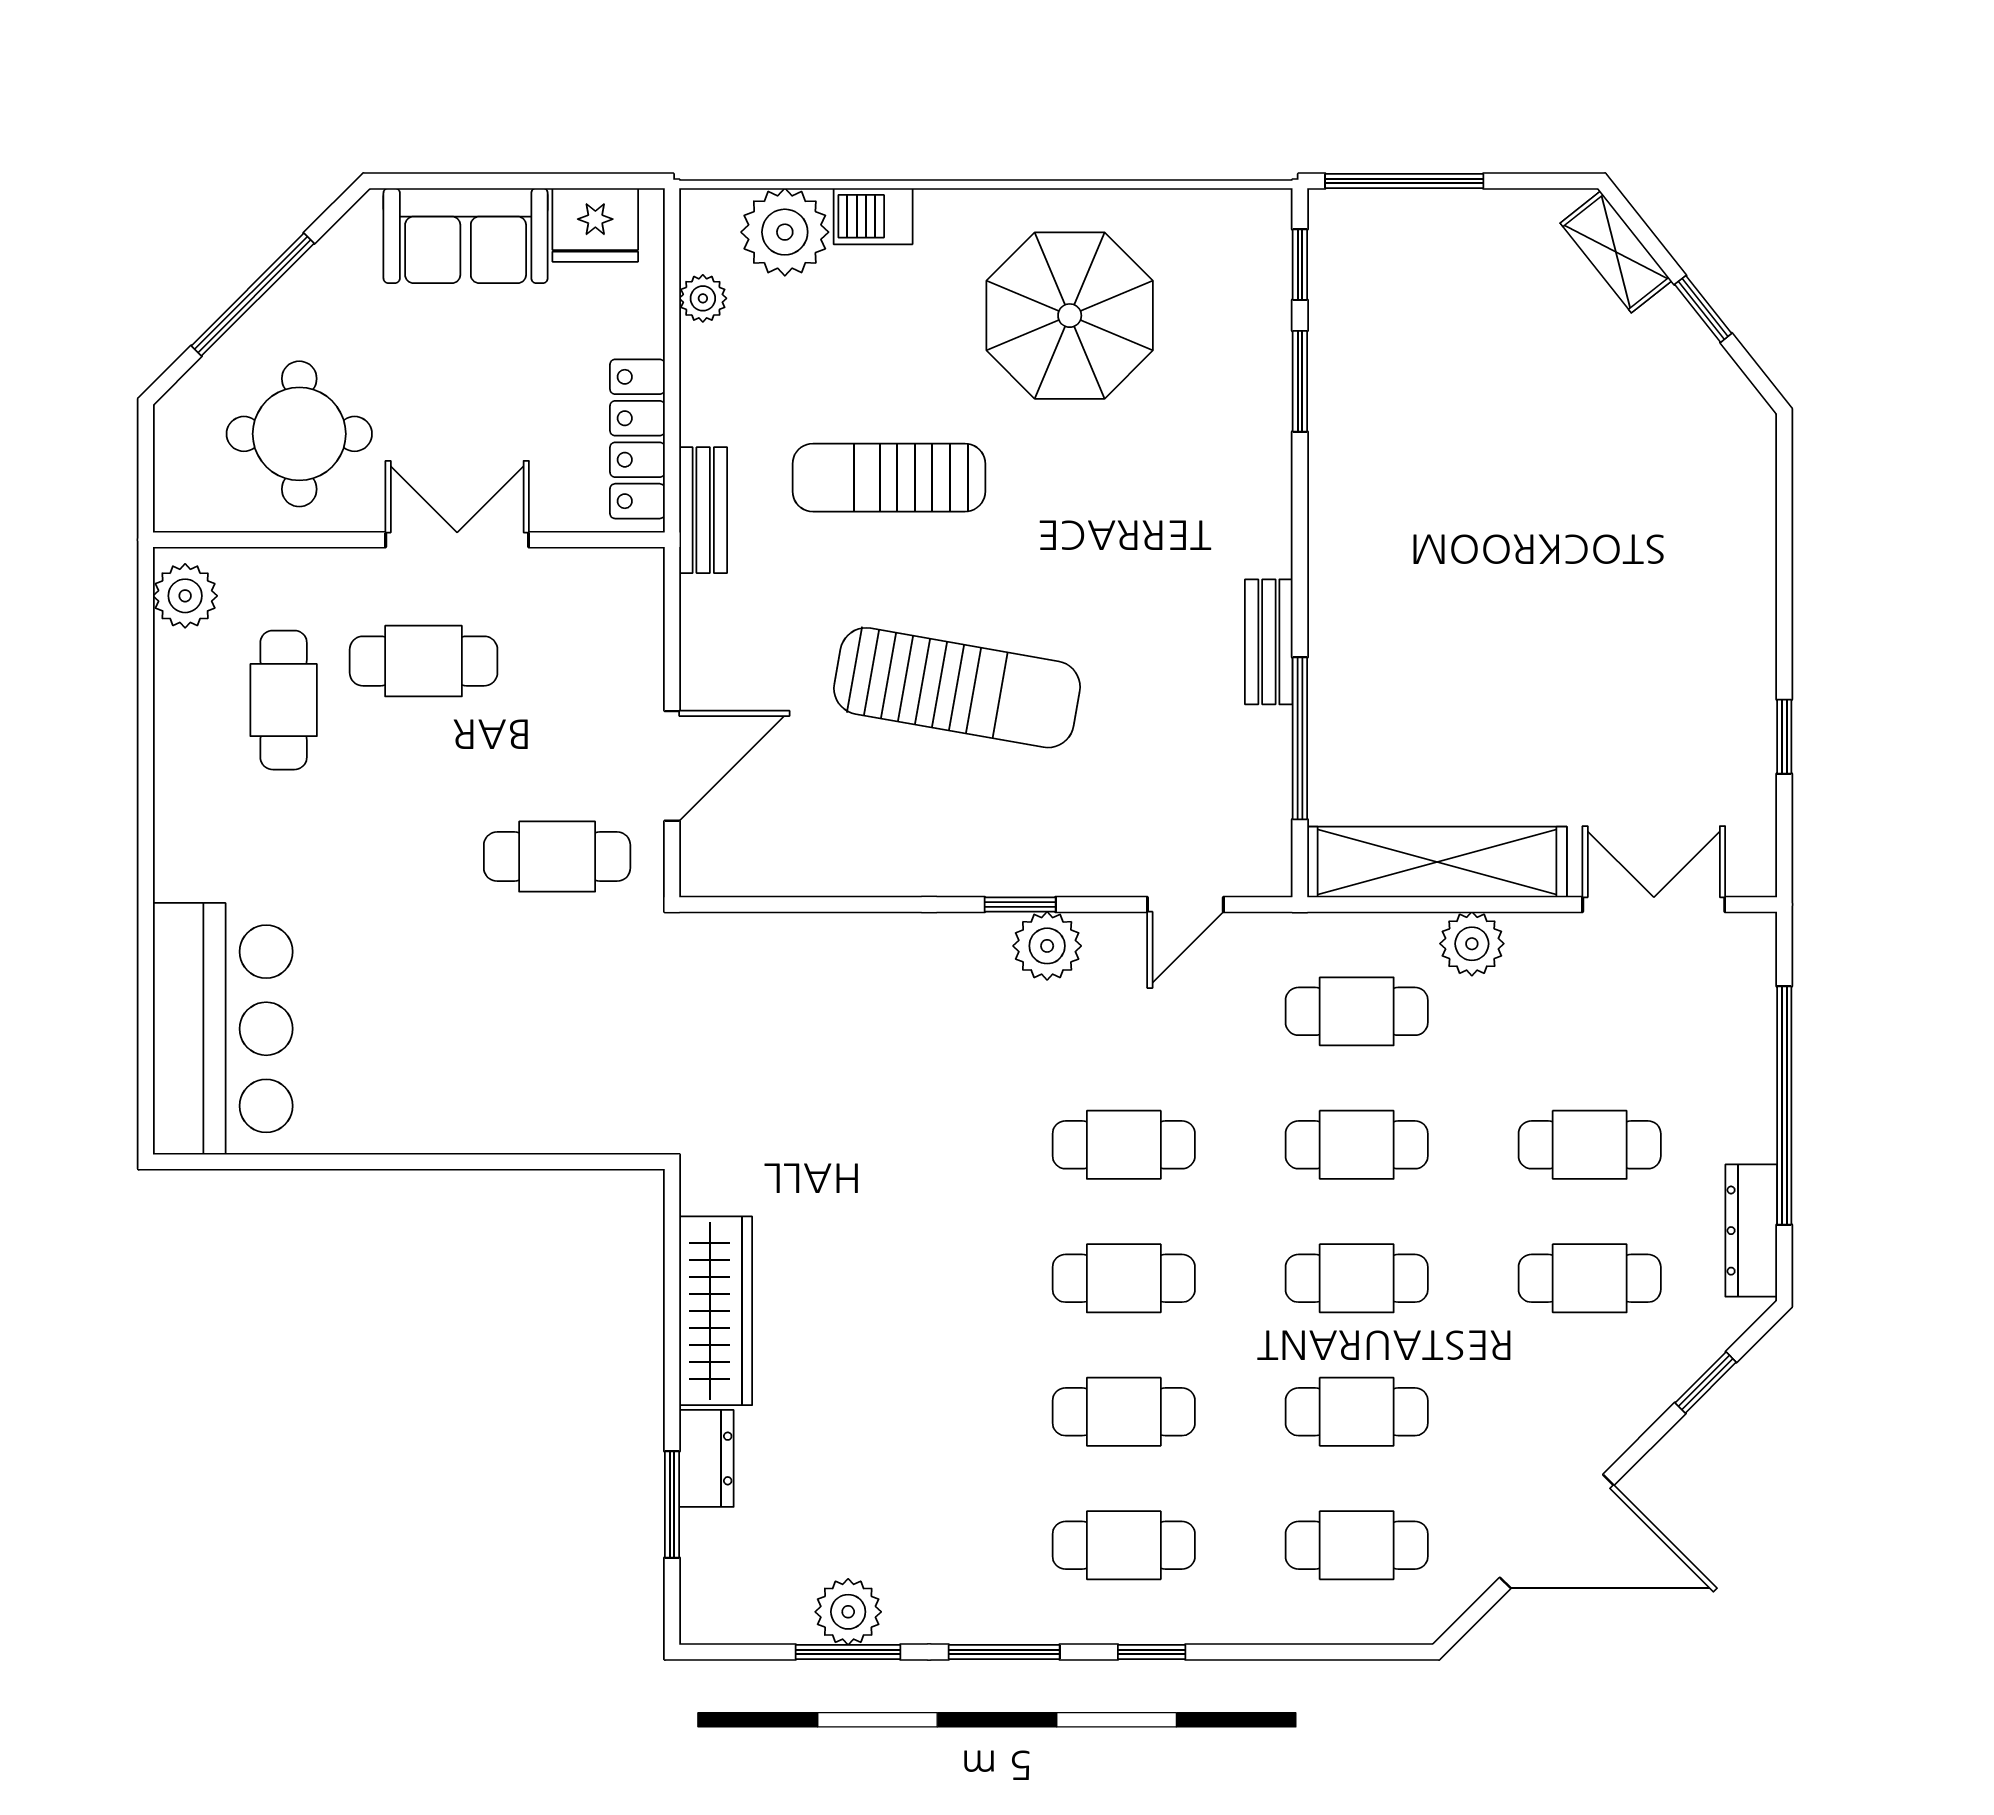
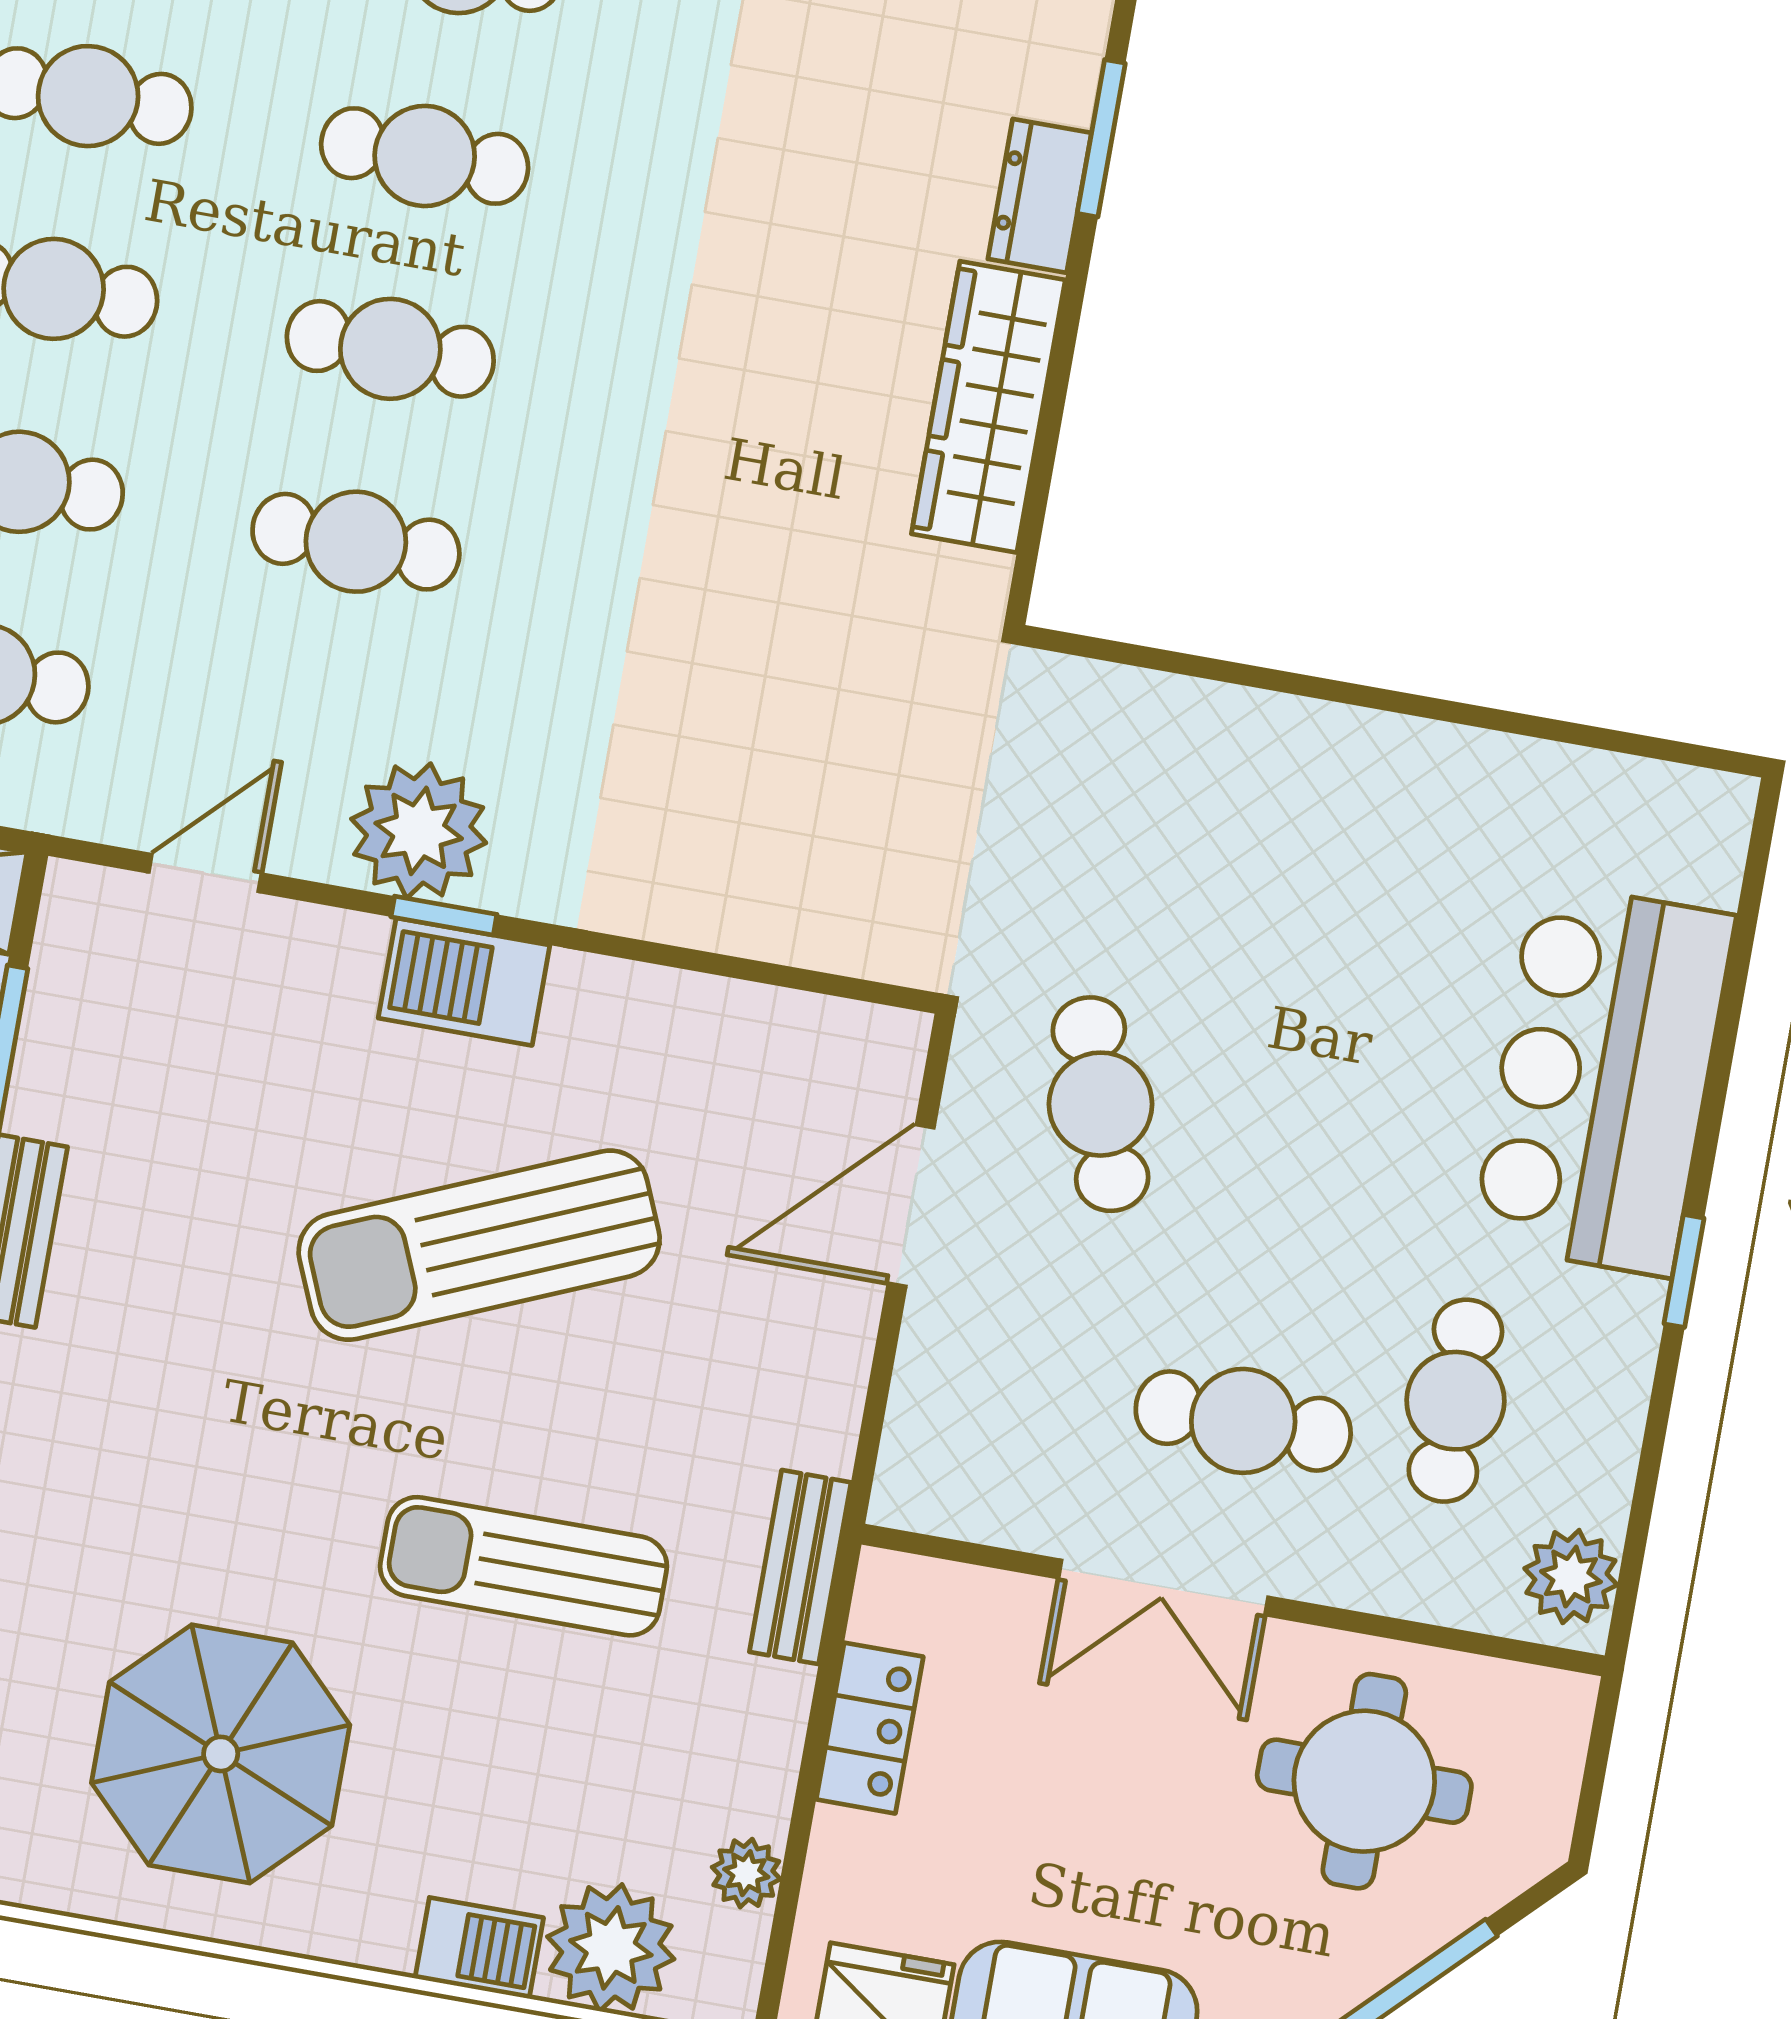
locker: (637, 439) -> (870, 1728), width x0.66
sun lounger: (889, 478) -> (523, 1566), turned 180
sun lounger: (957, 688) -> (479, 1245), turned -33
window: (146, 814) -> (1684, 1271), added
cafe table: (557, 857) -> (1101, 1104), turned 71
barbecue: (999, 863) -> (464, 982), added
plant: (1047, 946) -> (419, 831), width x1.36, depth x1.36
bar counter: (223, 1029) -> (1603, 1079), moved

